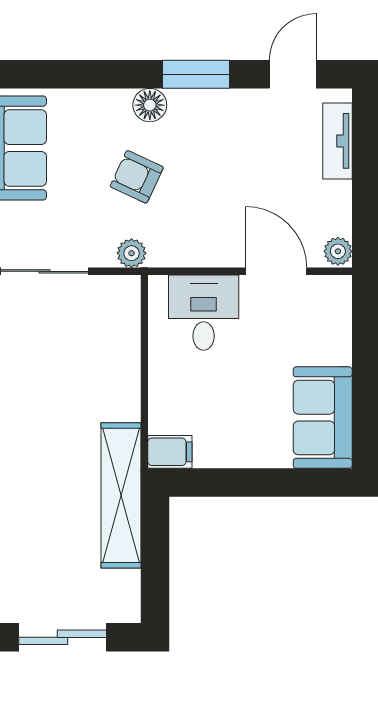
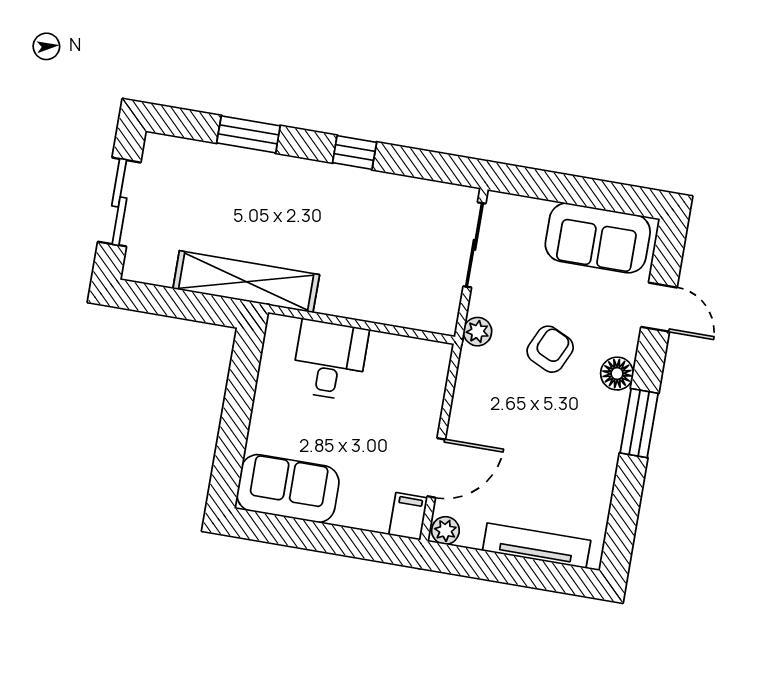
door: (293, 74) -> (659, 307), moved
tv unit: (337, 141) -> (537, 546), width x1.41
desk: (204, 313) -> (330, 360), moved, turned -90
filing cabinet: (170, 452) -> (408, 516), moved, turned 180

